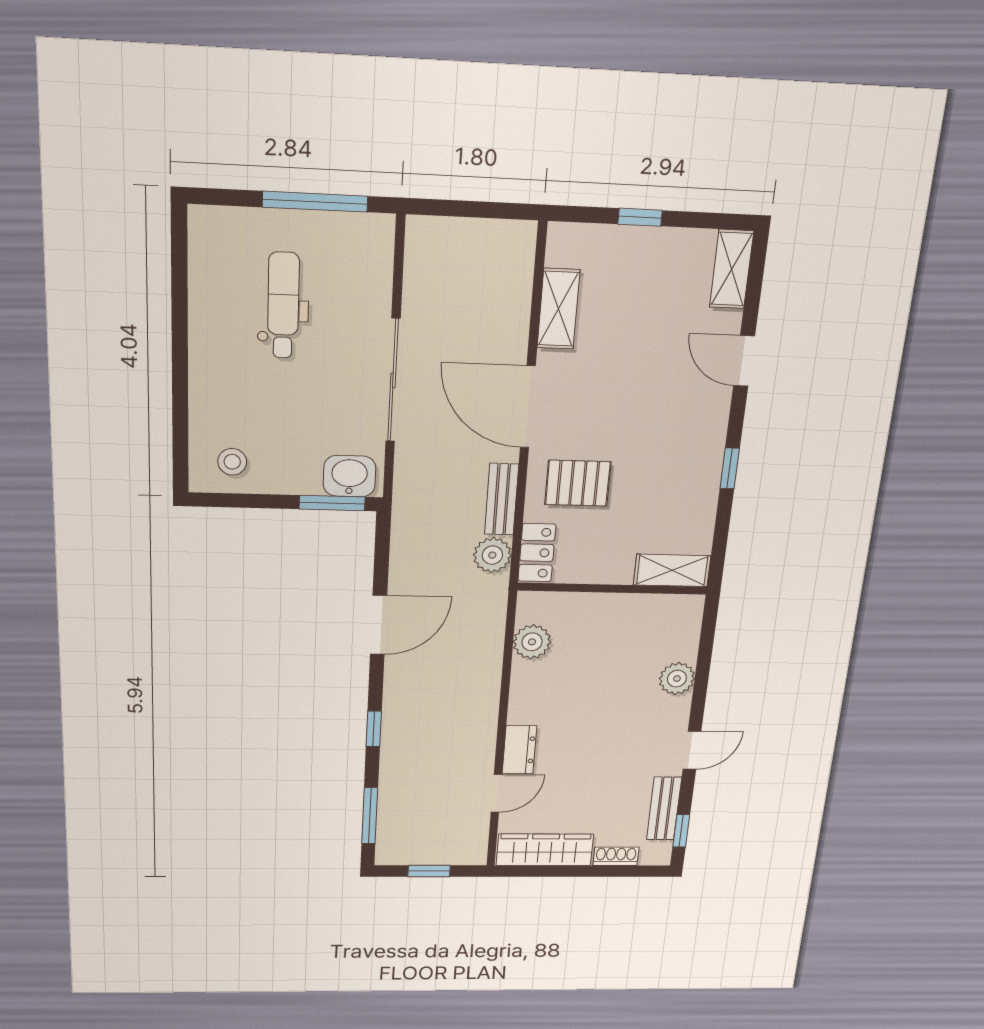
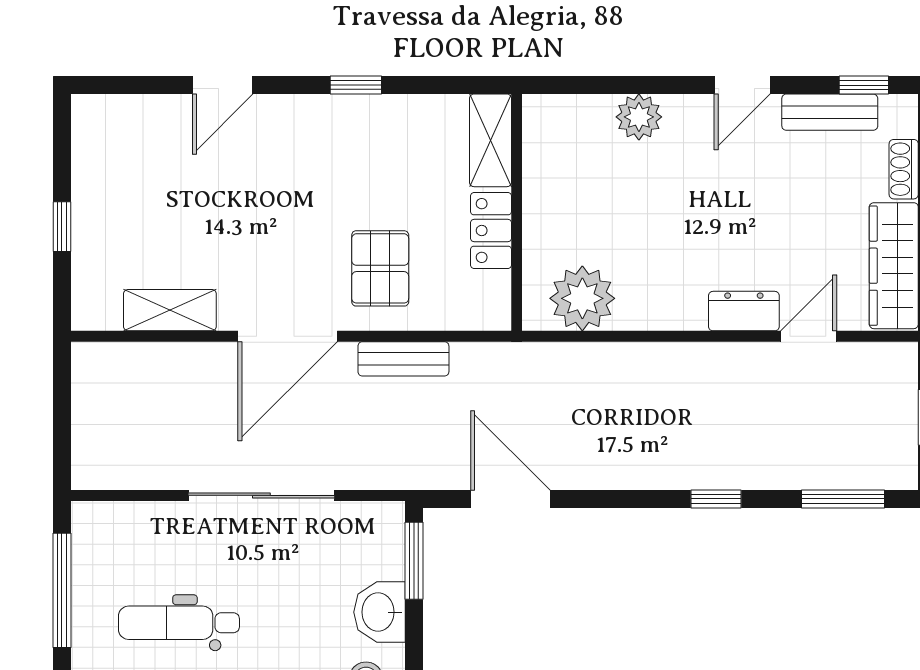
shelving: (732, 269) -> (116, 114), removed
washbasin: (349, 476) -> (380, 612), moved
locker: (537, 553) -> (491, 230), moved, turned -90
plant: (492, 555) -> (476, 365), removed
door: (379, 625) -> (510, 499), moved
plant: (532, 642) -> (582, 298), width x1.36, depth x1.36
door: (692, 750) -> (742, 85), swing flipped
door: (496, 793) -> (809, 336), hinge flipped

